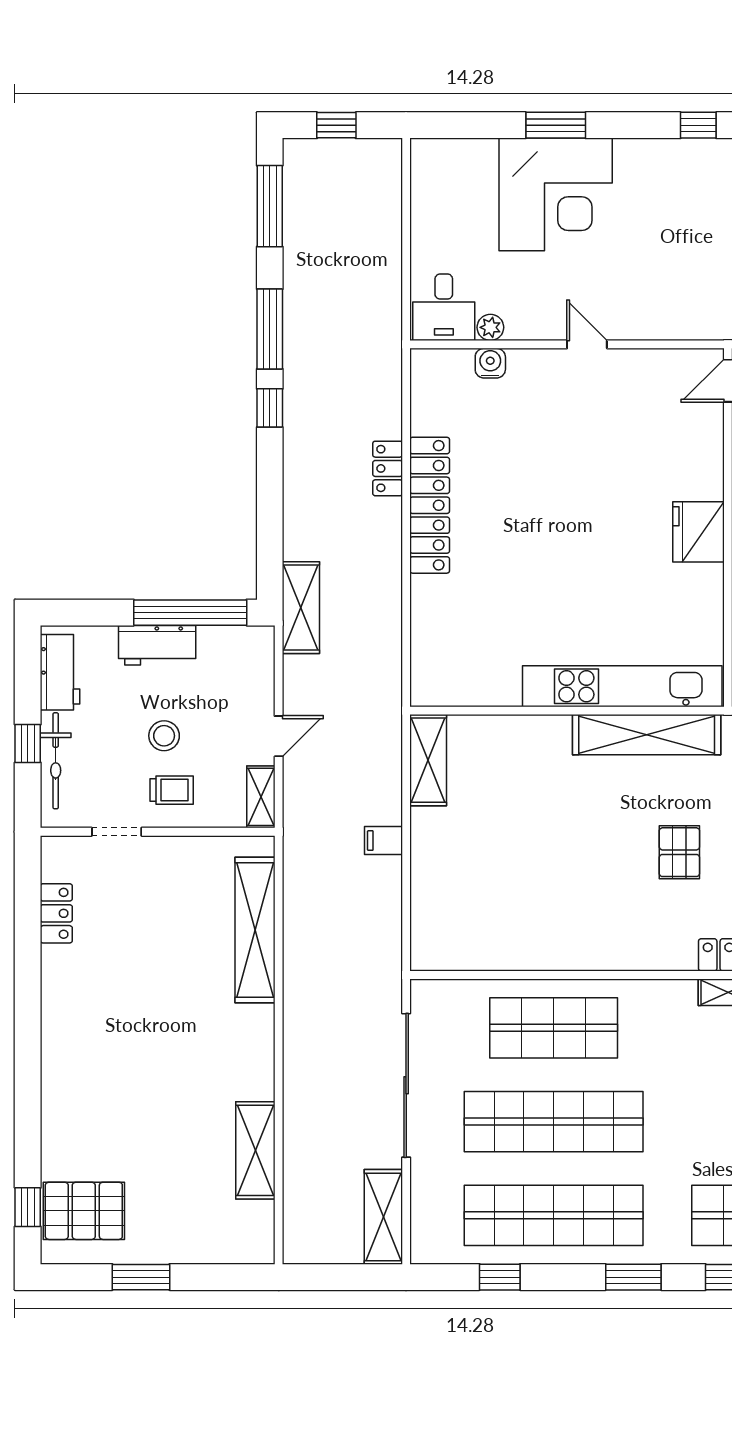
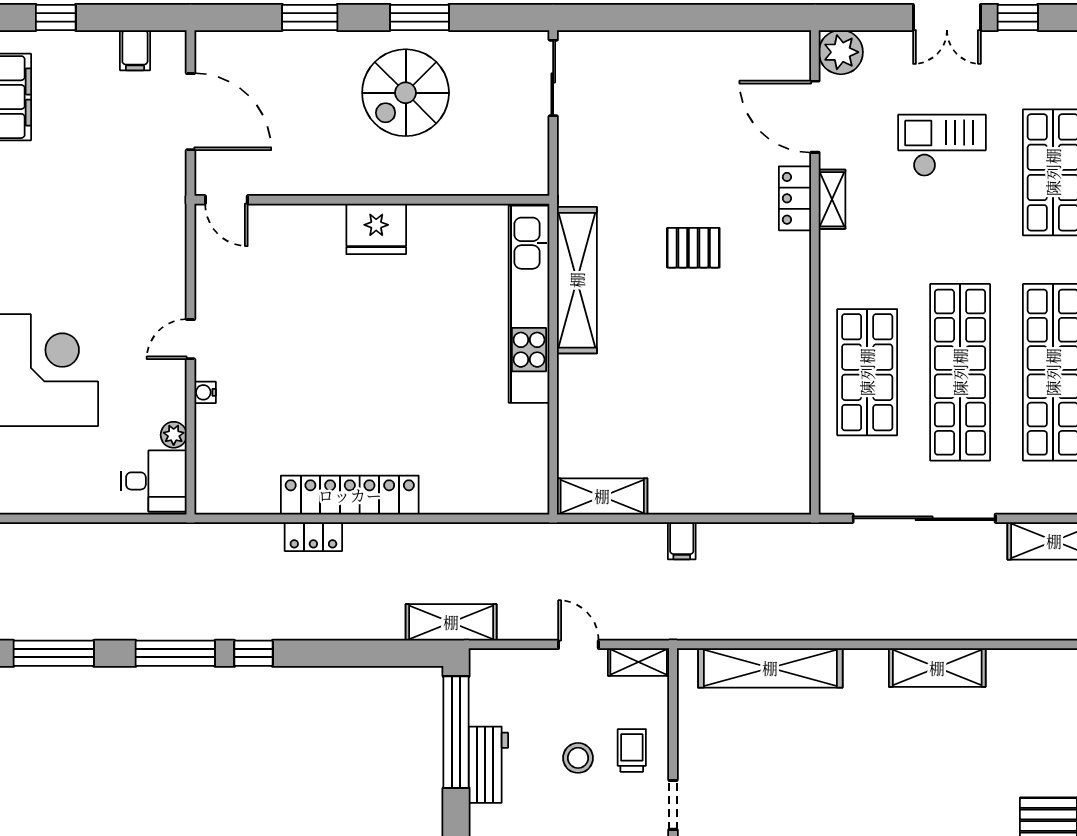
water cooler: (490, 363) -> (205, 392), moved, width x0.72, depth x0.72
shelving: (255, 1150) -> (937, 668), moved

